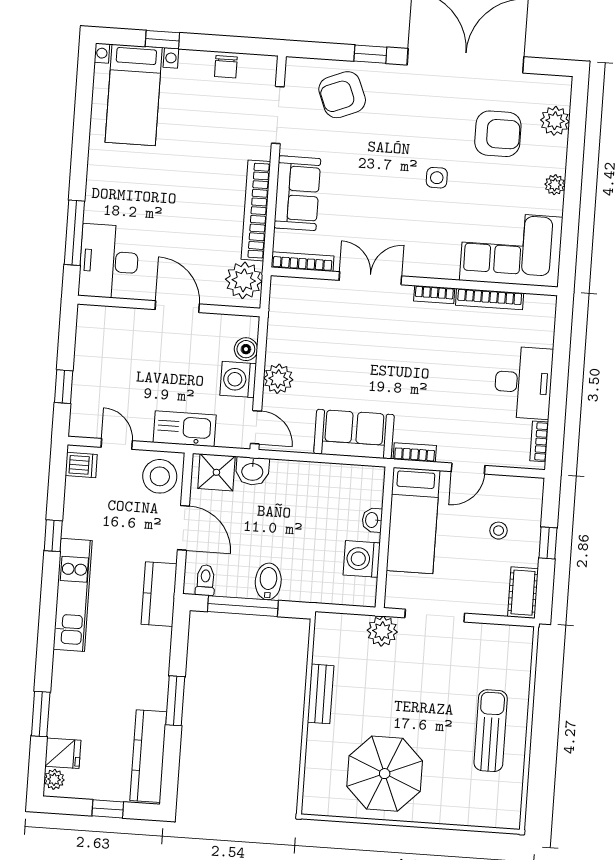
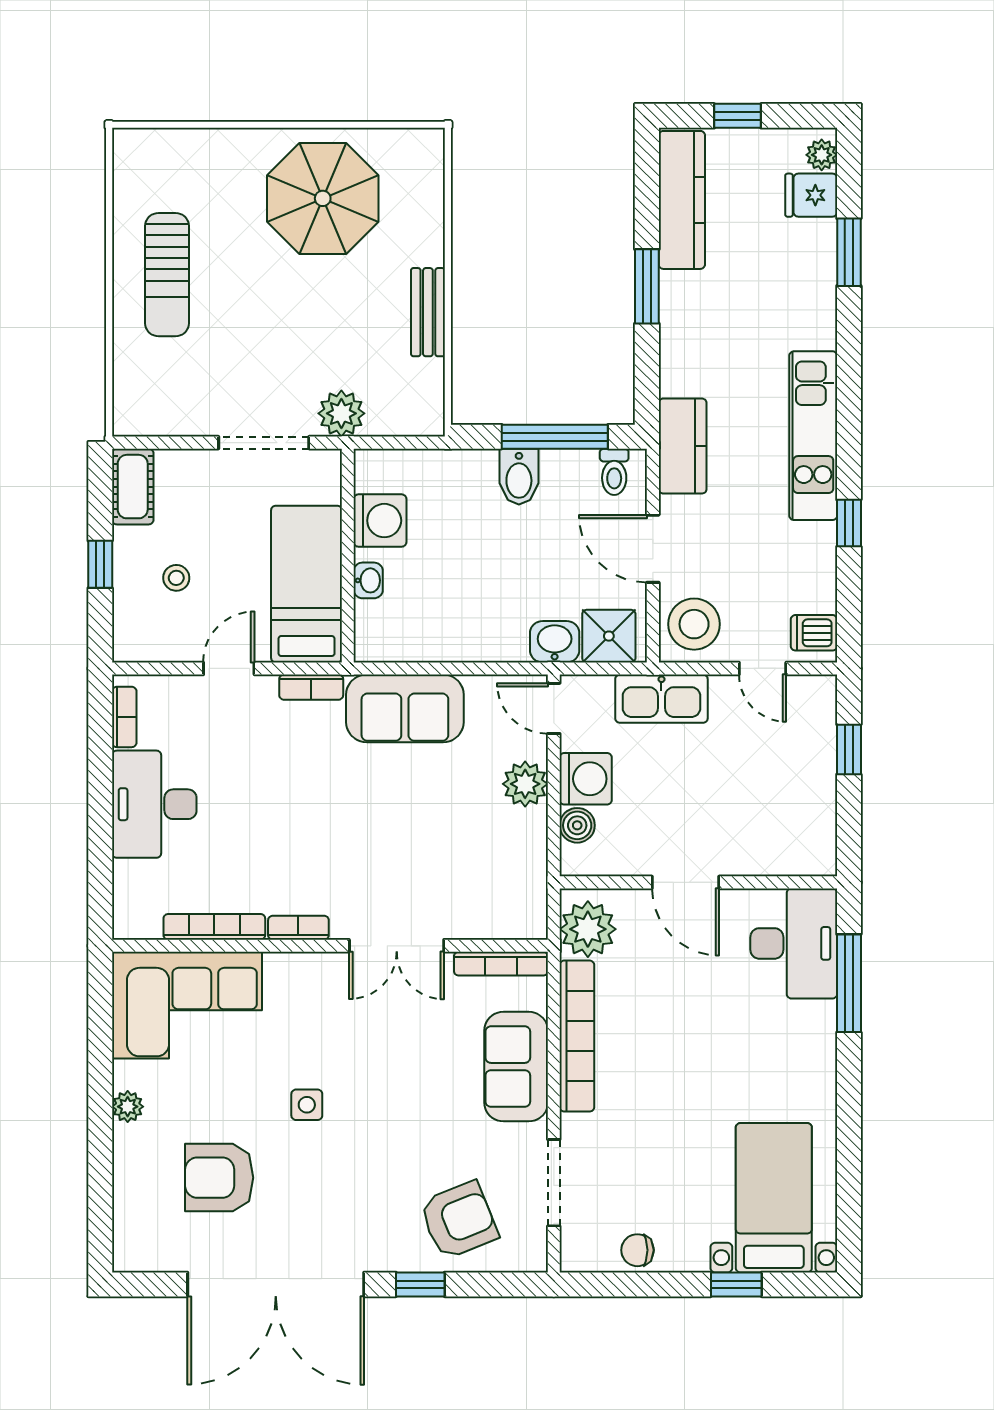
chair: (226, 67) -> (637, 1250), turned -90
plant: (555, 121) -> (134, 1203), removed

